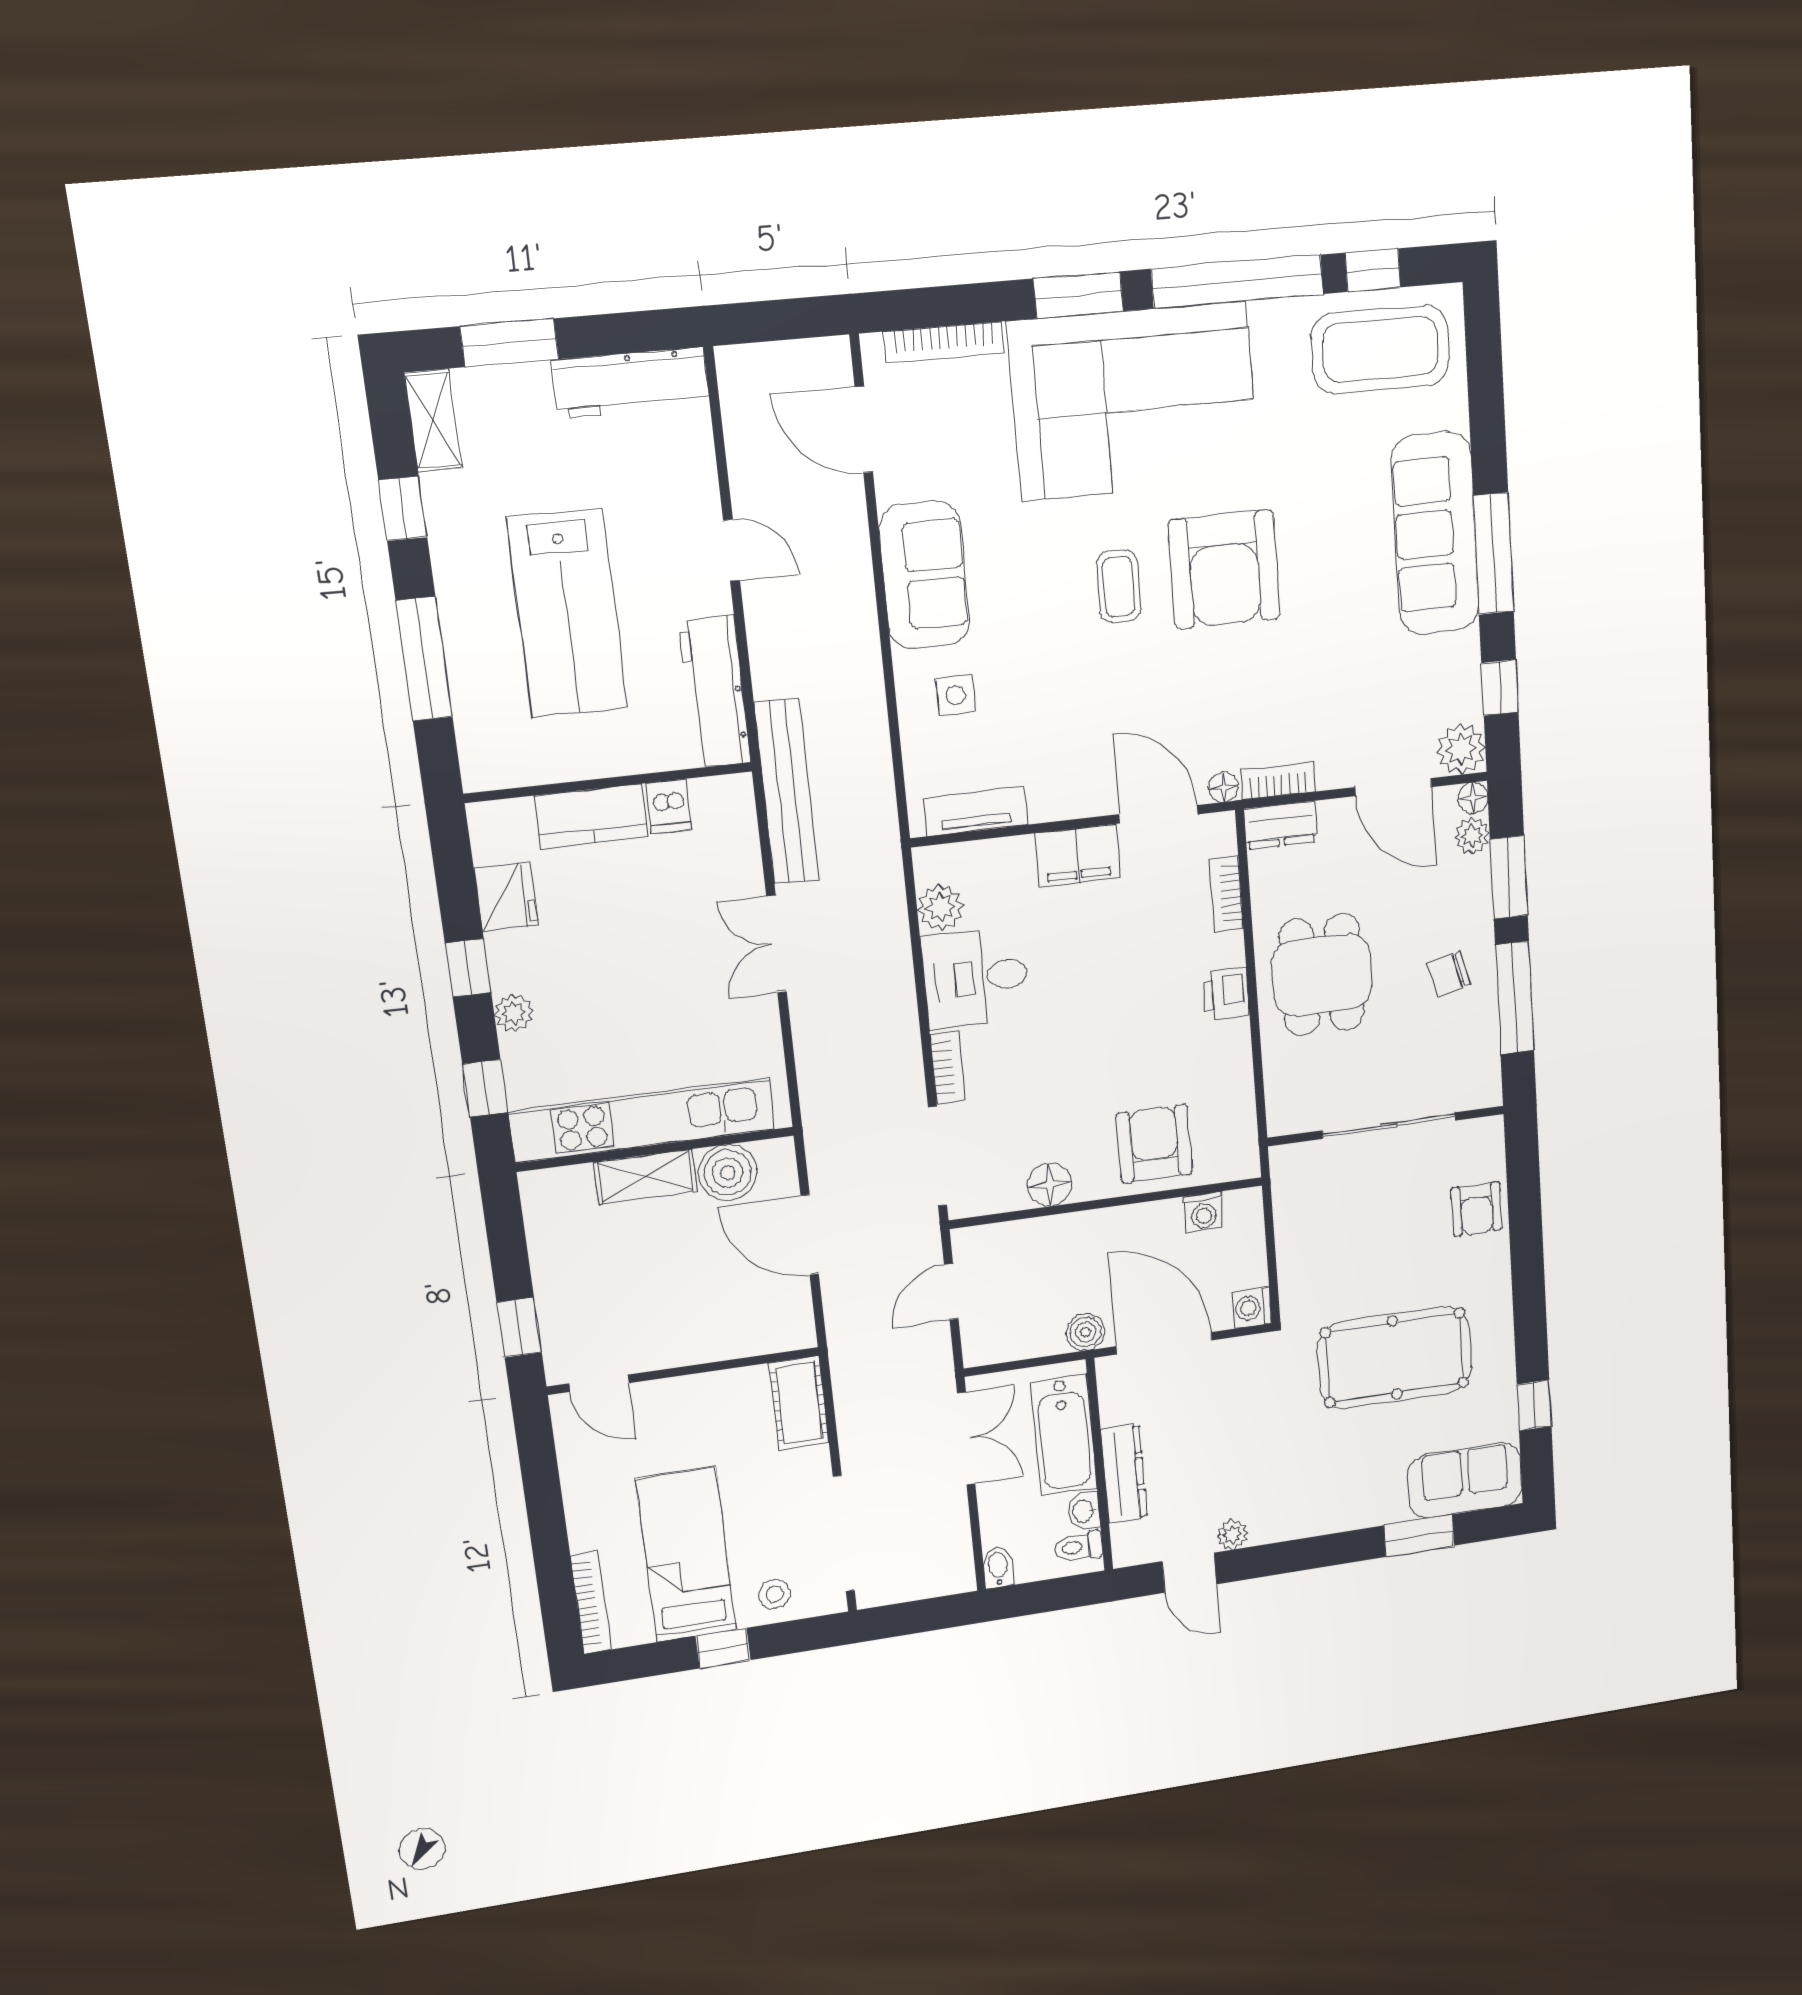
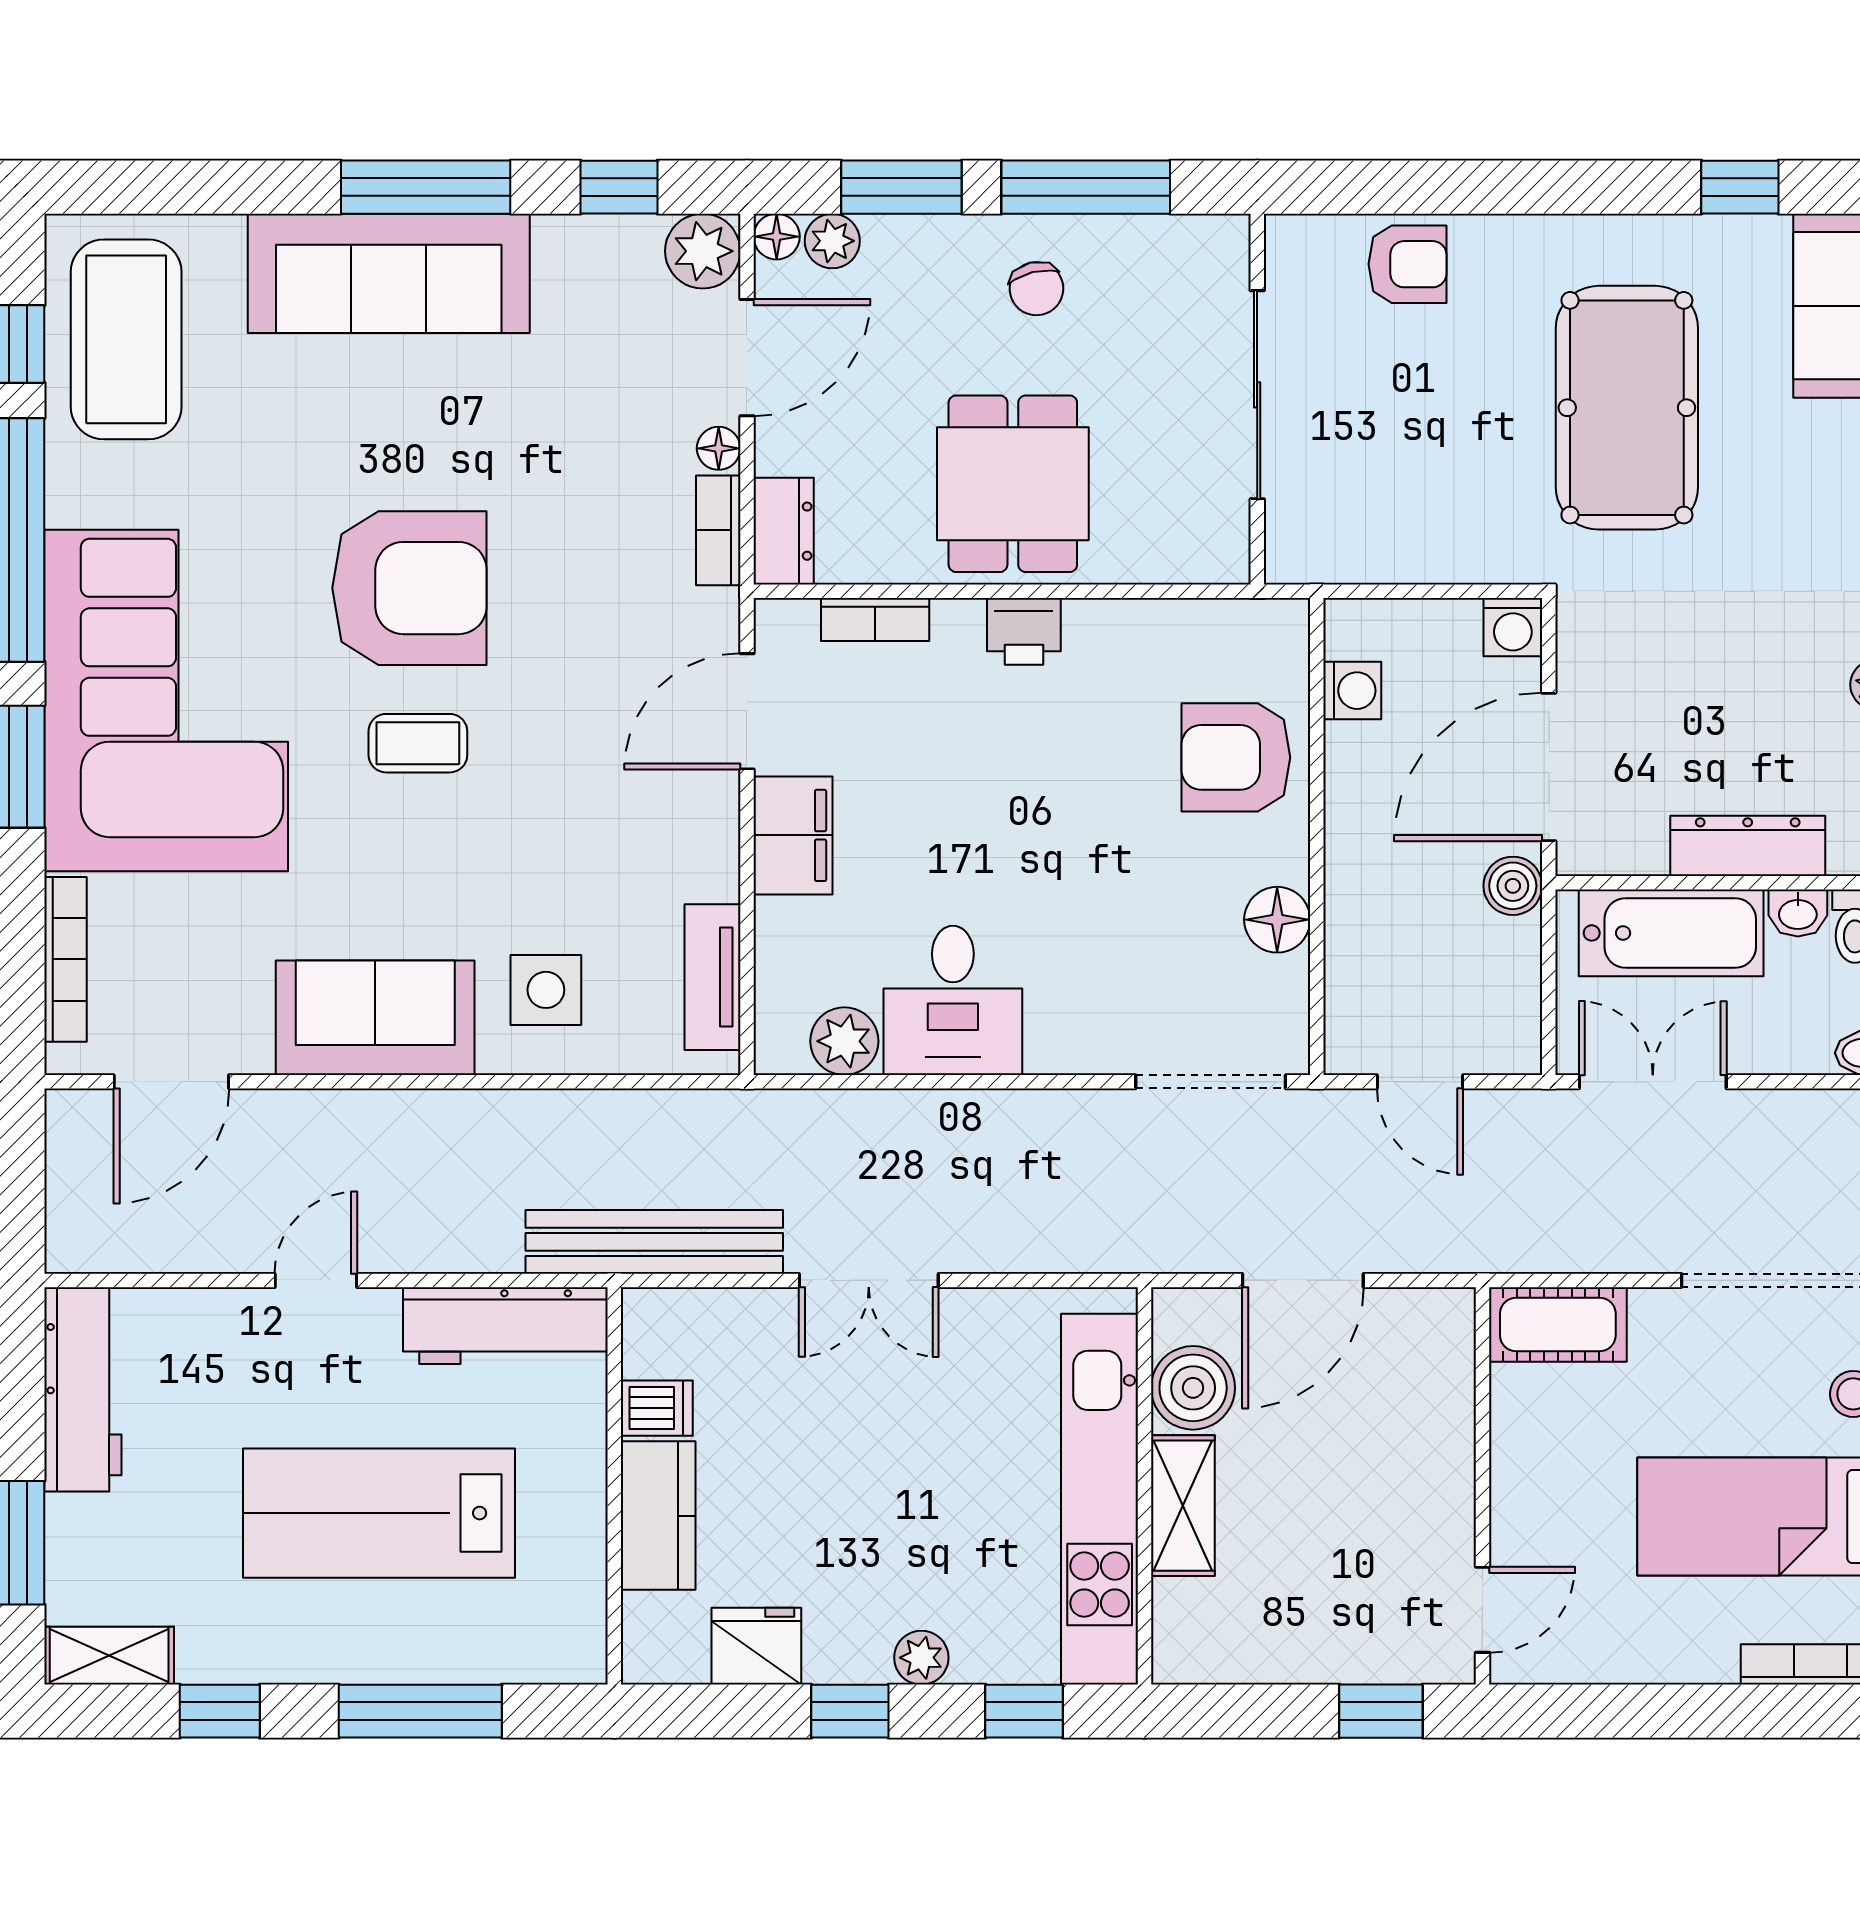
lab bench: (567, 614) -> (379, 1513), turned 180
side table: (956, 695) -> (546, 990), width x1.37, depth x1.37
floor lamp: (1223, 787) -> (719, 448), moved
dining table: (1322, 975) -> (1013, 484), turned 90
bookcase: (947, 1067) -> (1080, 1054), removed

